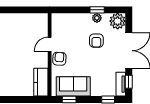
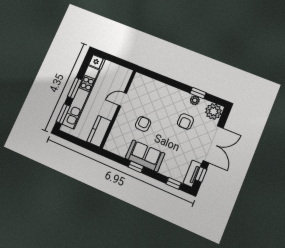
door: (50, 44) -> (122, 99), moved
wall: (50, 55) -> (118, 109), moved
kitchen counter: (41, 82) -> (99, 131), moved

